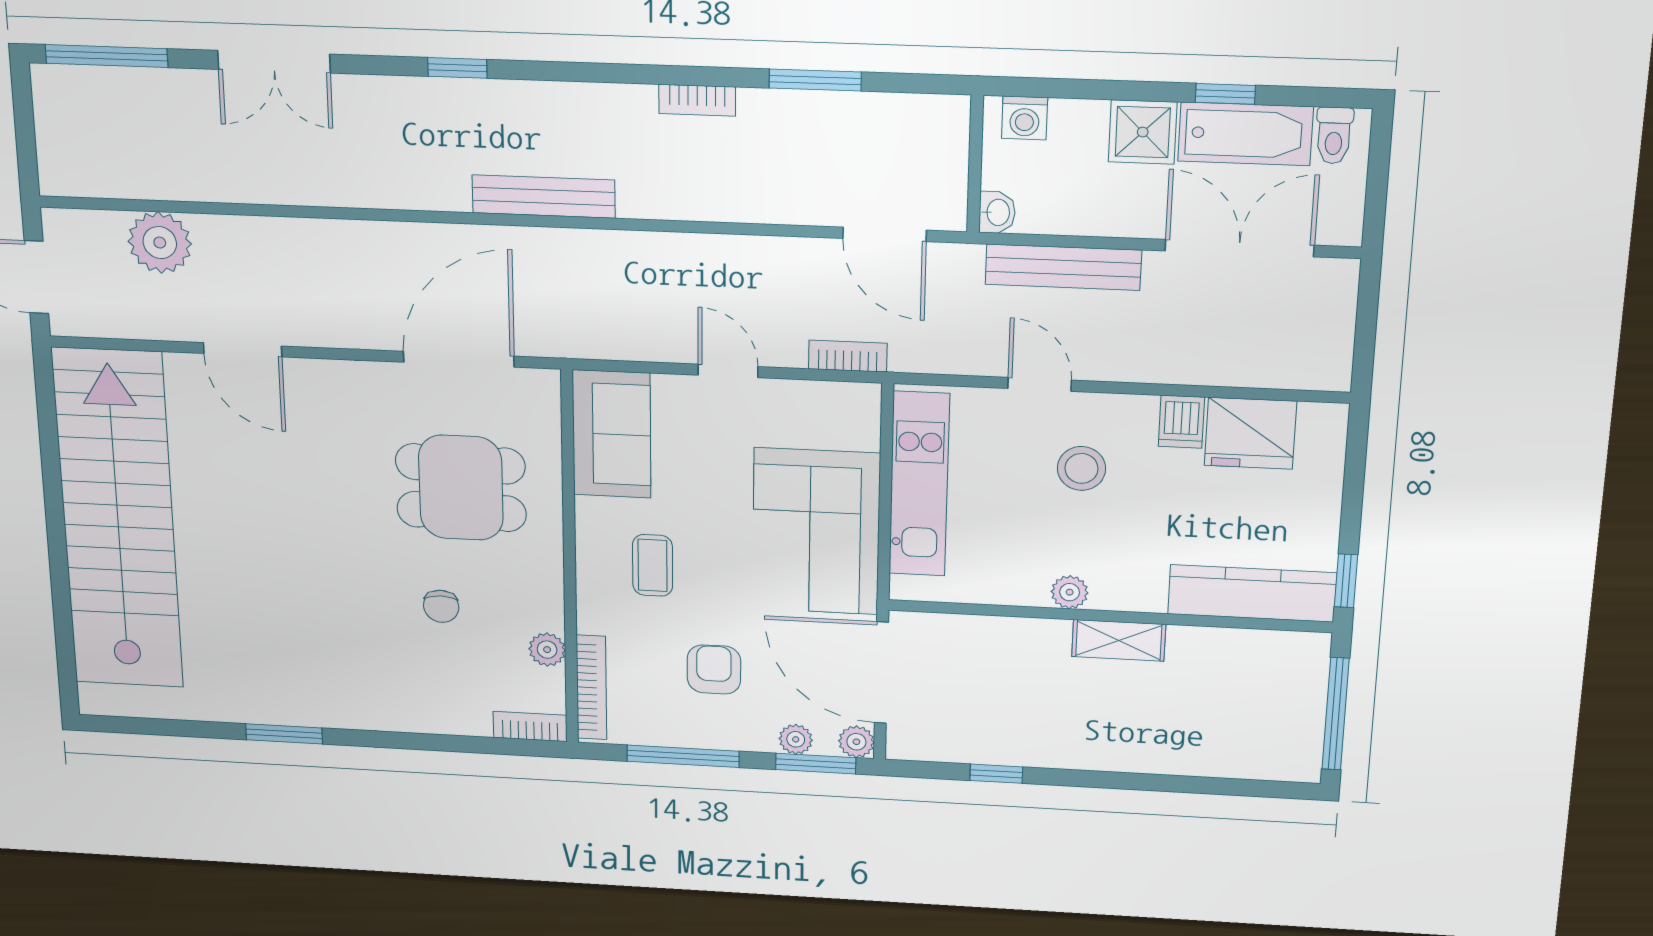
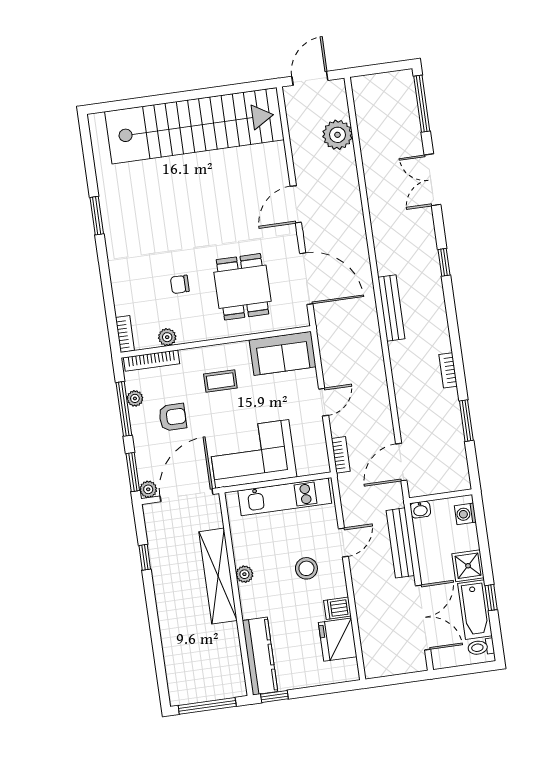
door: (243, 350) -> (296, 204), moved
shelving: (1119, 640) -> (218, 576), width x2.20, depth x1.33
plant: (796, 739) -> (135, 398), moved

